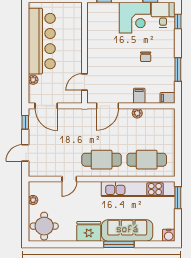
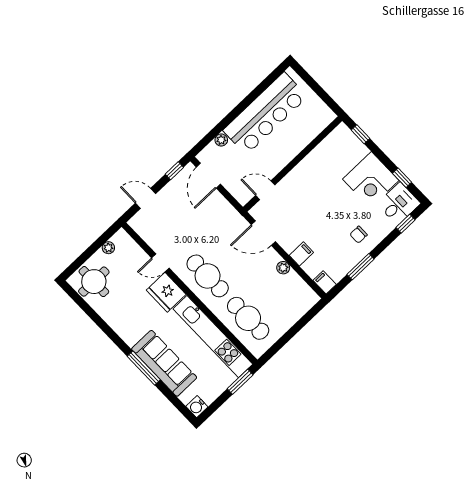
chair: (146, 57) -> (359, 235), moved
fridge: (89, 231) -> (166, 292), moved, turned 180

